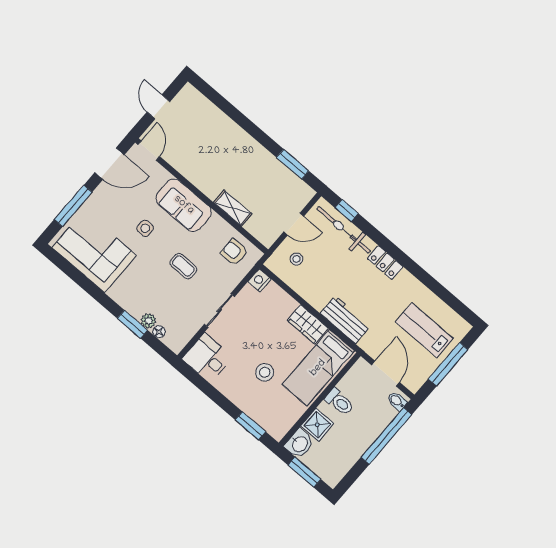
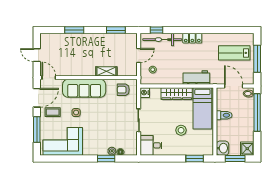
window: (237, 116) -> (74, 30), added
sofa: (184, 205) -> (84, 88), width x1.36
coffee table: (183, 266) -> (53, 112), moved
wardrobe: (308, 324) -> (177, 94), width x1.50
shower: (317, 425) -> (247, 149), moved

